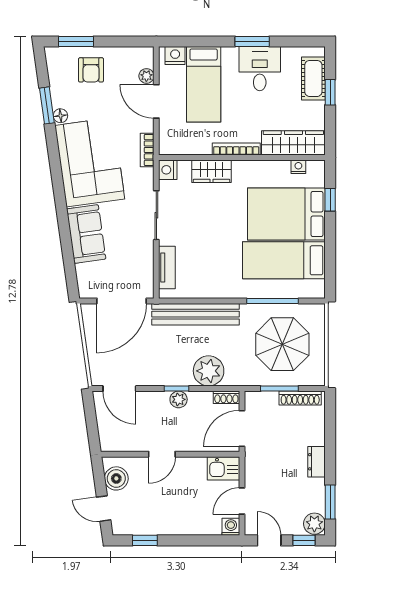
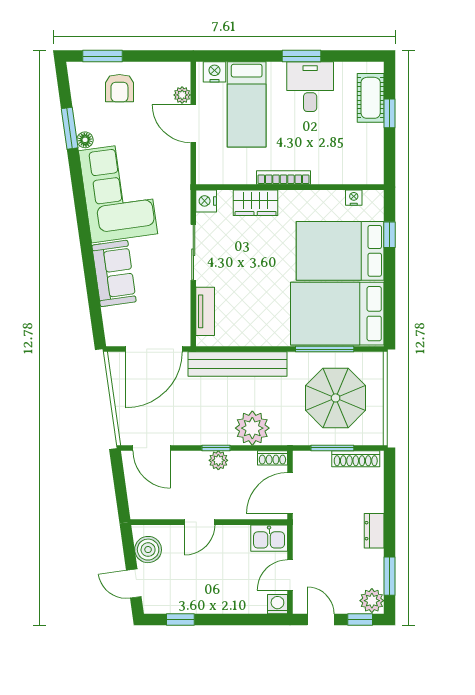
wardrobe: (293, 143) -> (348, 171), removed
bookcase: (147, 150) -> (183, 179), removed
bed: (284, 260) -> (337, 314), width x1.50

